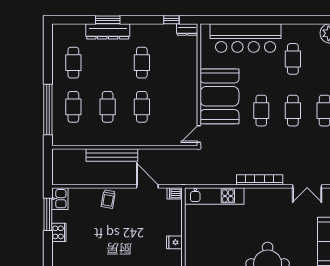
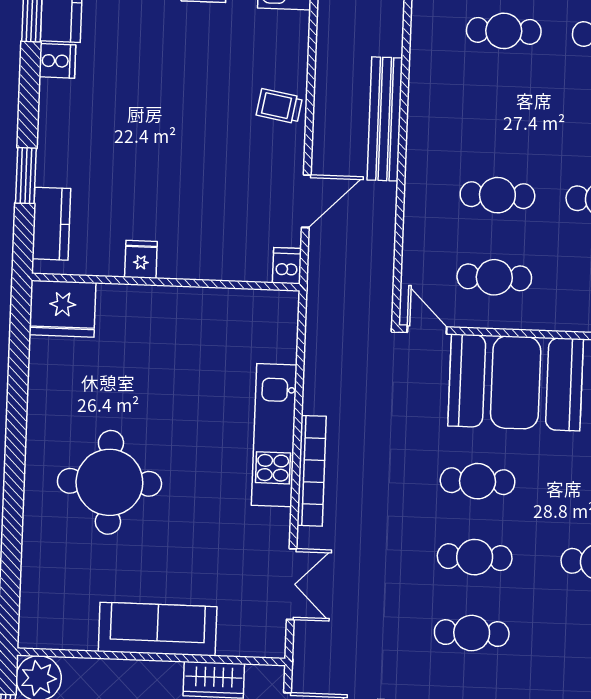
cafe table: (108, 107) -> (494, 277), moved
double door: (307, 186) -> (292, 584), swing flipped
kitchen unit: (214, 196) -> (274, 435), moved
fridge: (174, 242) -> (141, 259), moved

